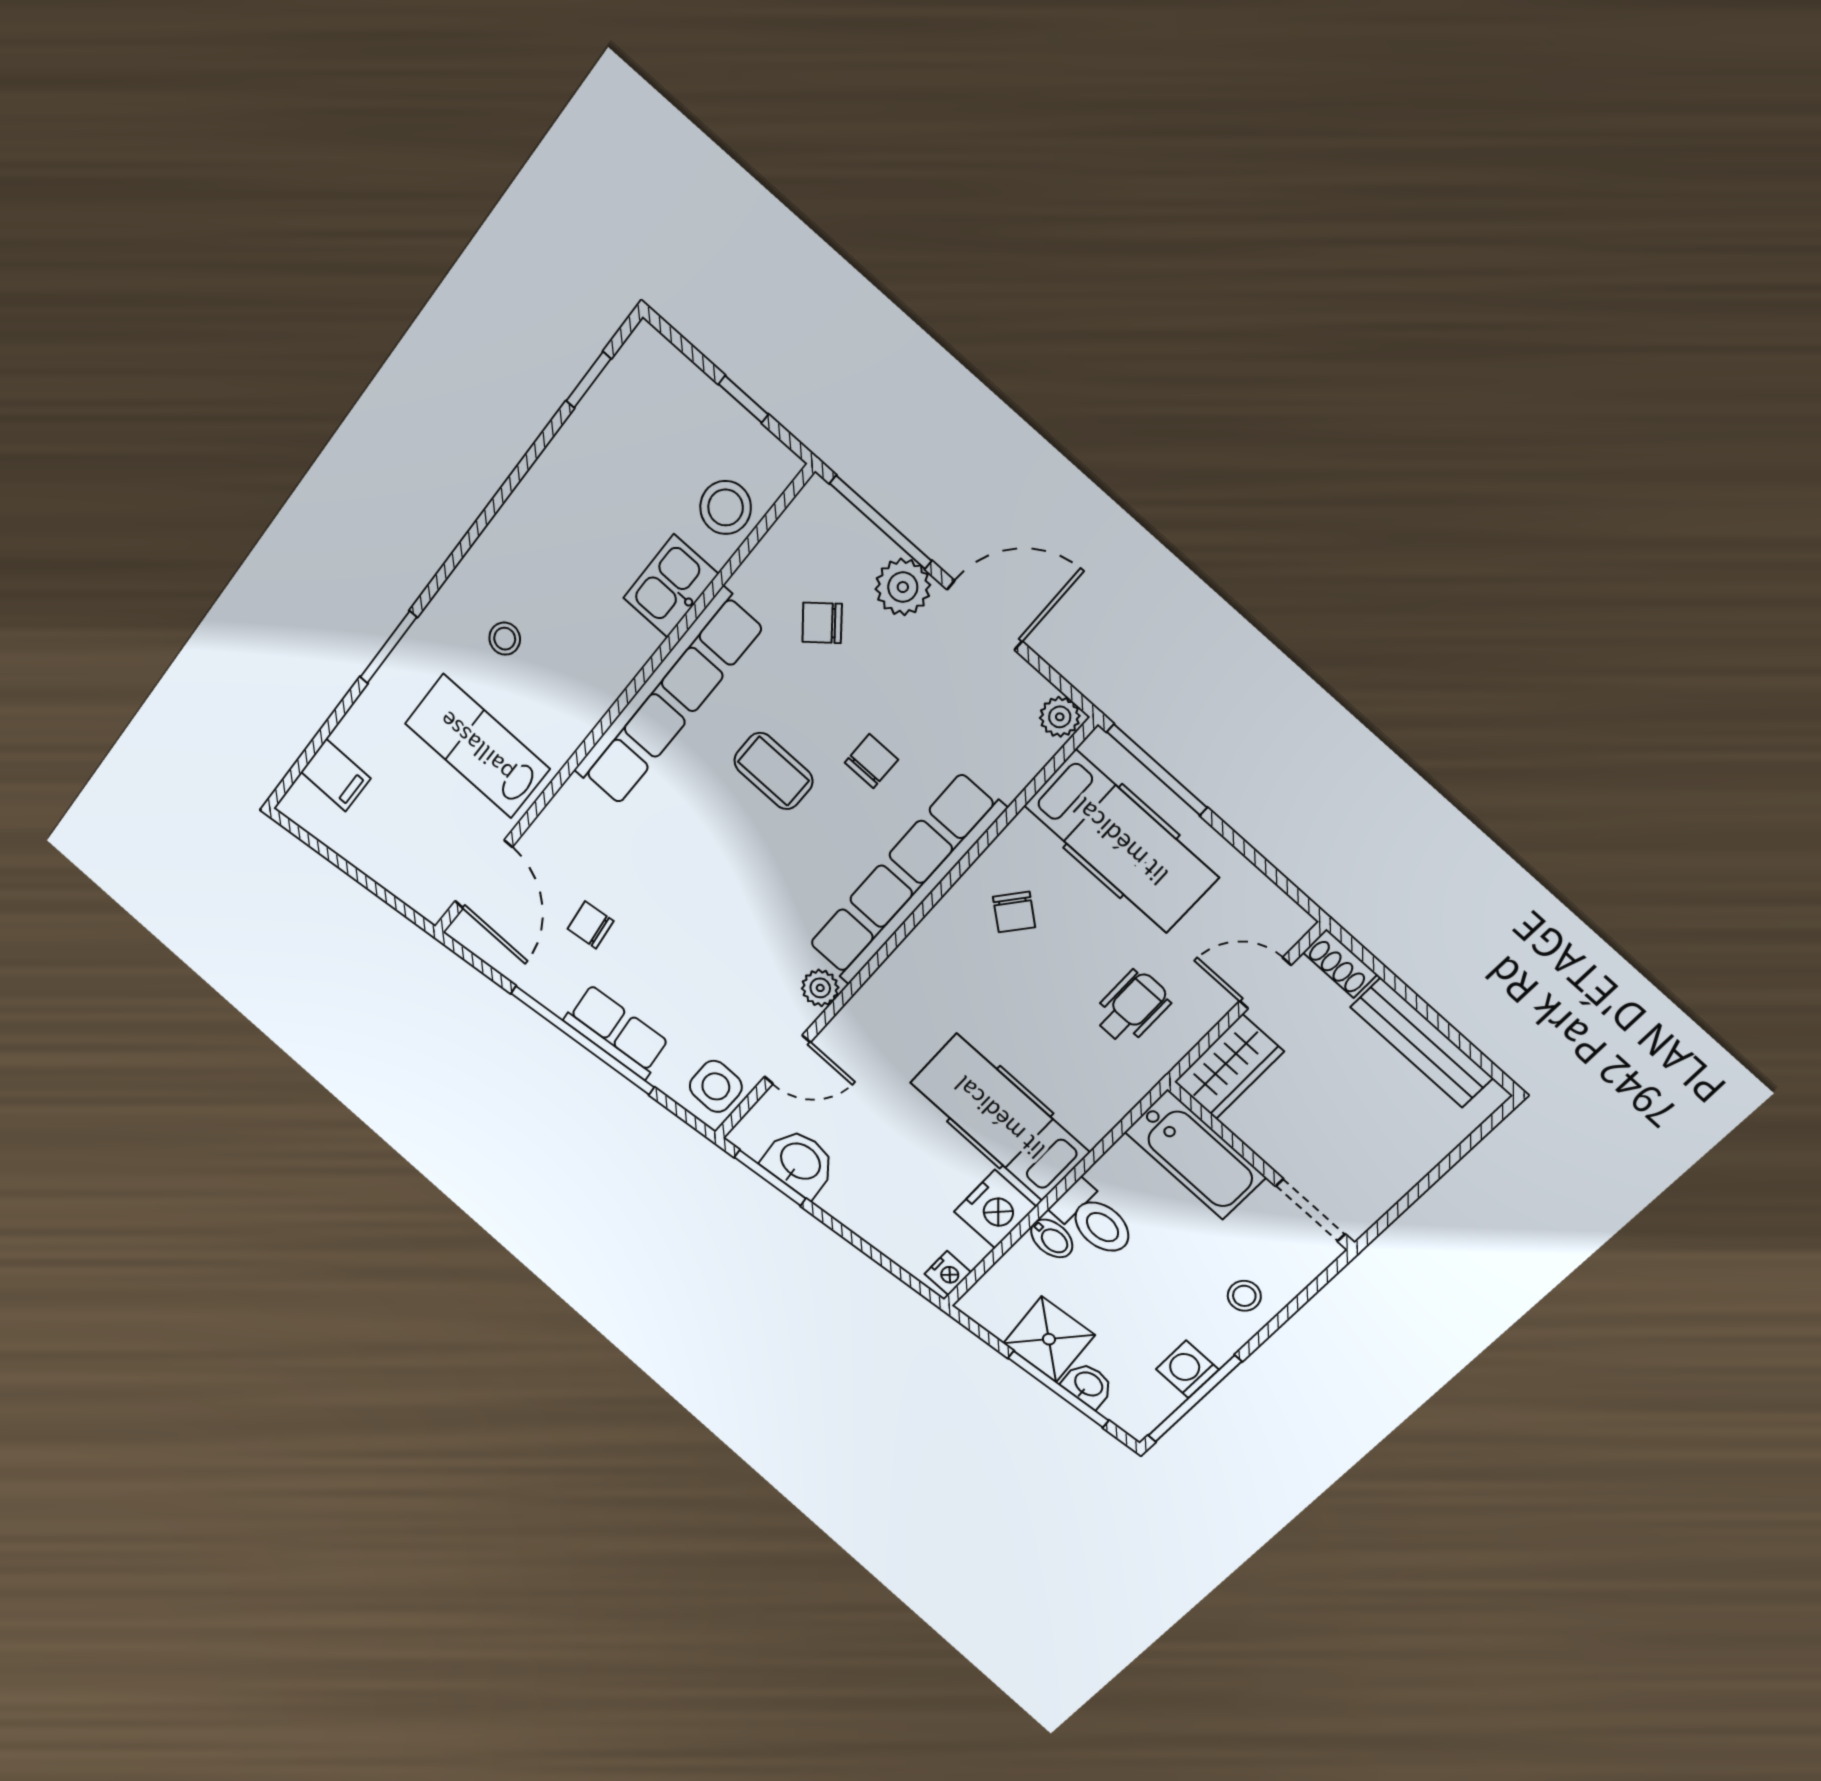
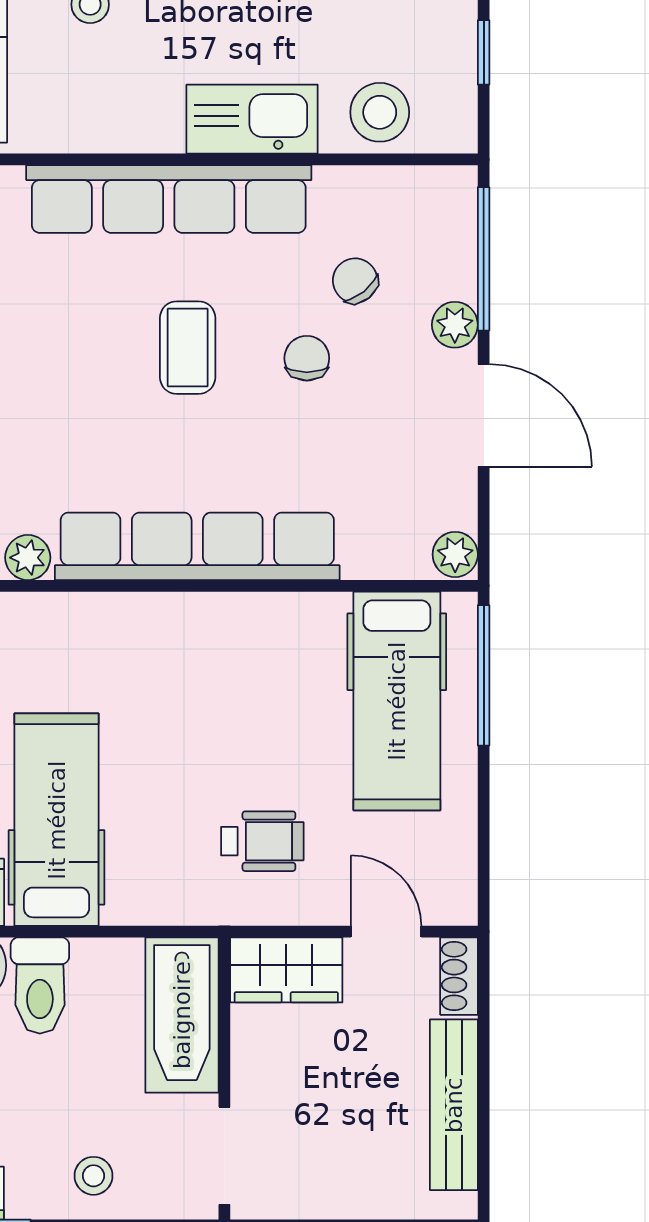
kitchen sink: (671, 586) -> (252, 119), width x1.38
plant: (903, 587) -> (455, 325), width x0.73, depth x0.73
chair: (871, 761) -> (307, 358), moved, turned -90
chair: (1014, 912) -> (253, 666), removed

